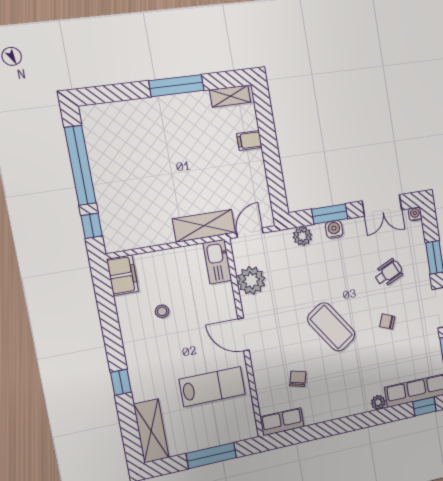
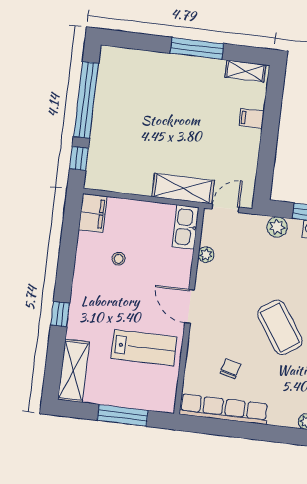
plant: (251, 280) -> (206, 255), width x0.53, depth x0.53
row of seats: (282, 422) -> (224, 409), width x2.02

